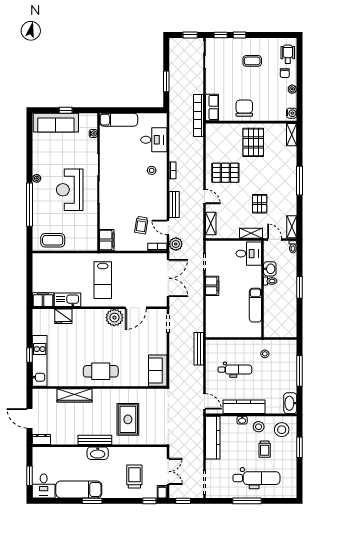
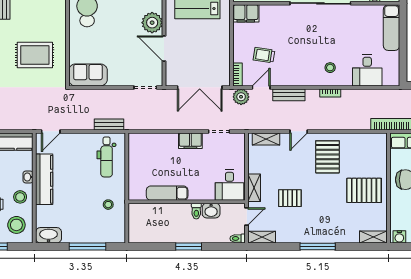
bench: (199, 349) -> (109, 125), width x0.73
dental chair: (235, 370) -> (107, 157), moved
rug: (128, 419) -> (35, 55), moved

